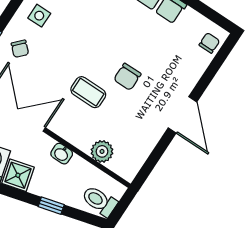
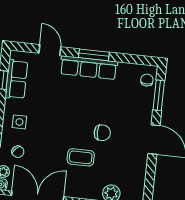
window: (214, 67) -> (159, 95), added
chair: (127, 77) -> (102, 133), turned -90

